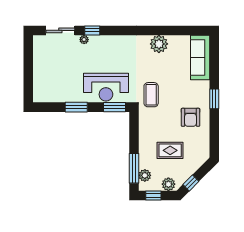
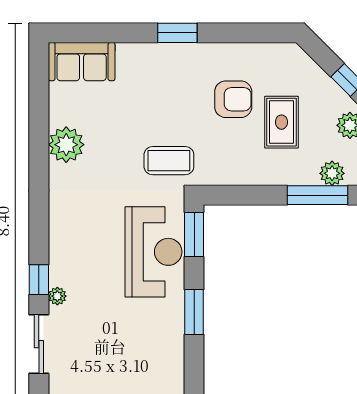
sofa: (200, 57) -> (82, 62), width x0.73
armchair: (191, 117) -> (233, 99), moved

